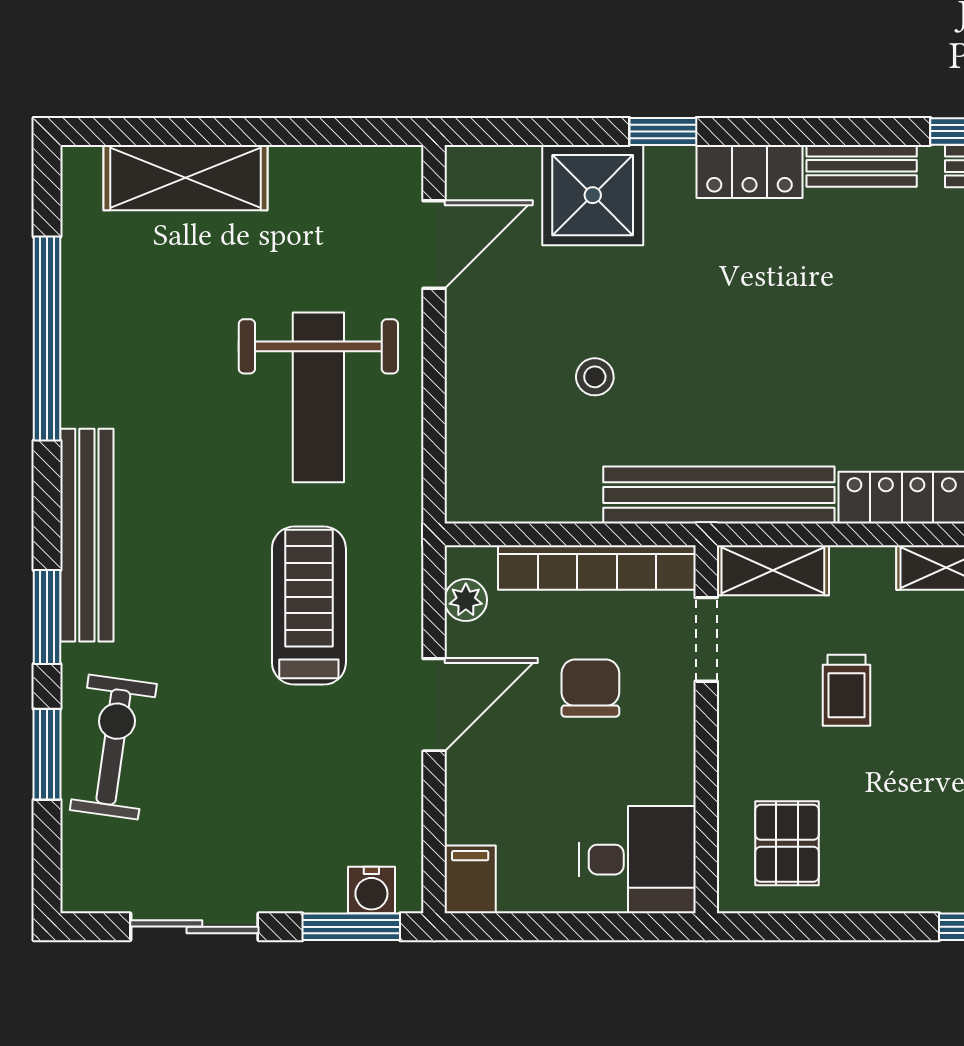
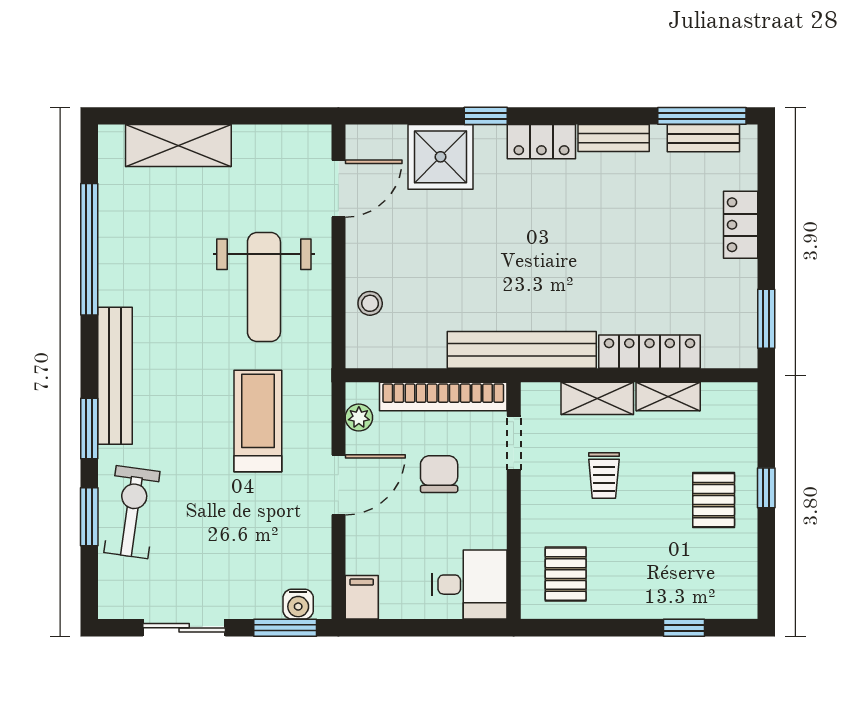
stool: (595, 377) -> (370, 303), moved
shelving: (773, 570) -> (597, 398), moved

